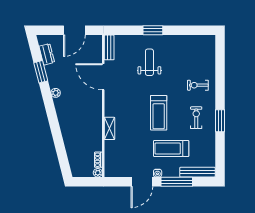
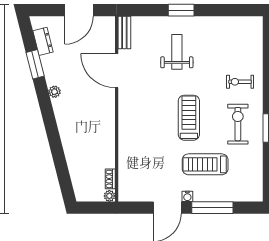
treadmill: (159, 113) -> (189, 118), turned 180
exercise bike: (196, 118) -> (238, 124), width x1.38, depth x1.39
shelving: (109, 128) -> (125, 138), removed
bench: (197, 172) -> (239, 195), removed

